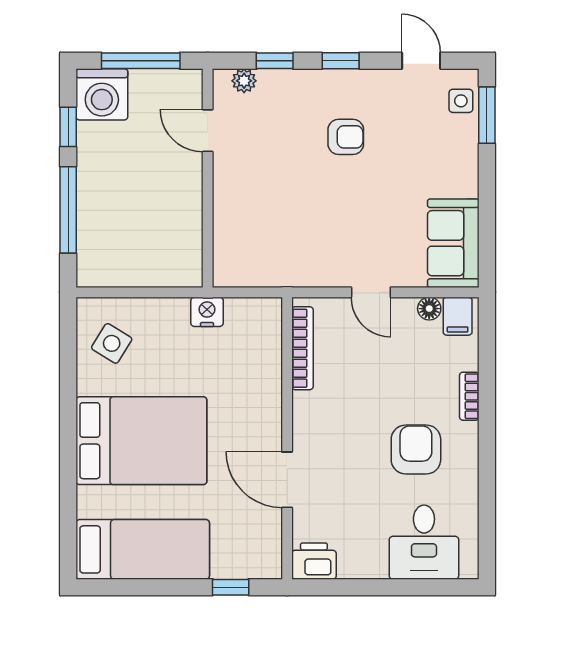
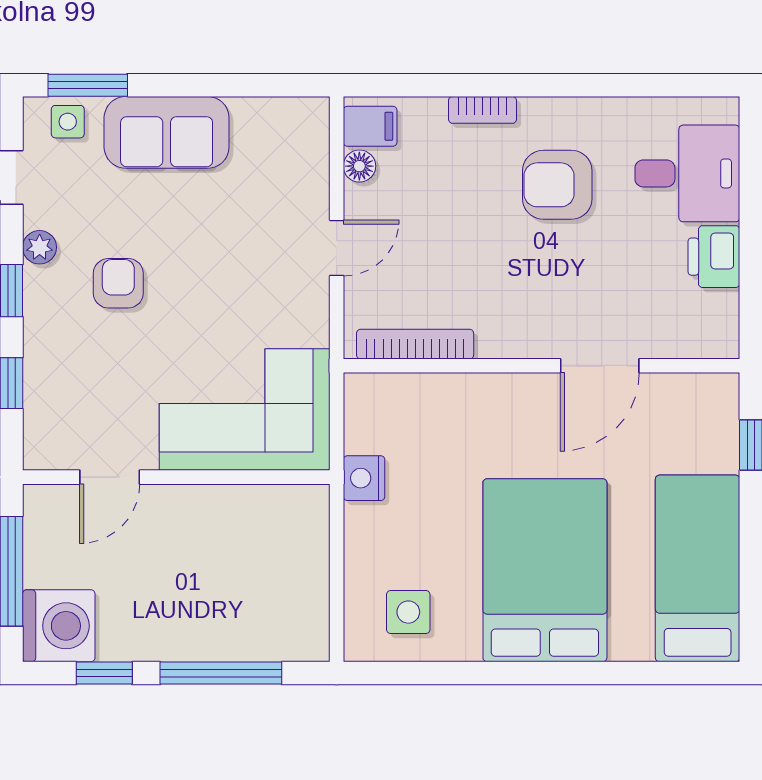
plant: (244, 81) -> (40, 247), moved
corner sofa: (256, 227) -> (245, 410), added
sofa: (453, 243) -> (167, 132), moved
side table: (112, 343) -> (408, 612), turned -32
printer: (314, 561) -> (714, 257), moved

